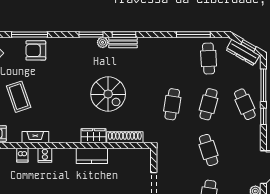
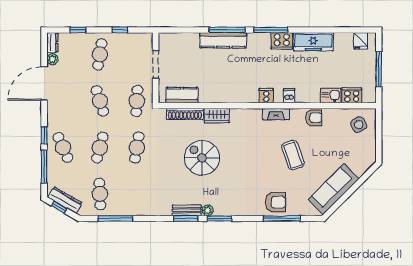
cafe table: (172, 150) -> (137, 101), added
kitchen counter: (92, 156) -> (182, 95), moved

